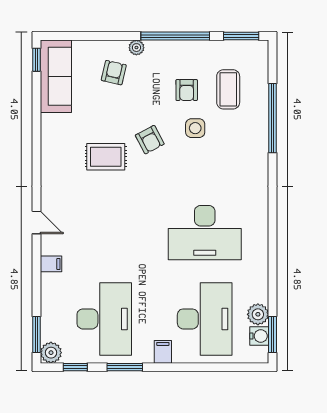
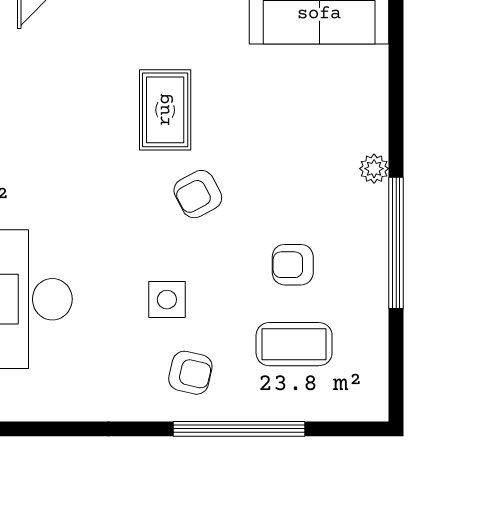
window: (241, 36) -> (396, 369), removed
armchair: (114, 73) -> (190, 373), moved
side table: (195, 128) -> (167, 300), moved

